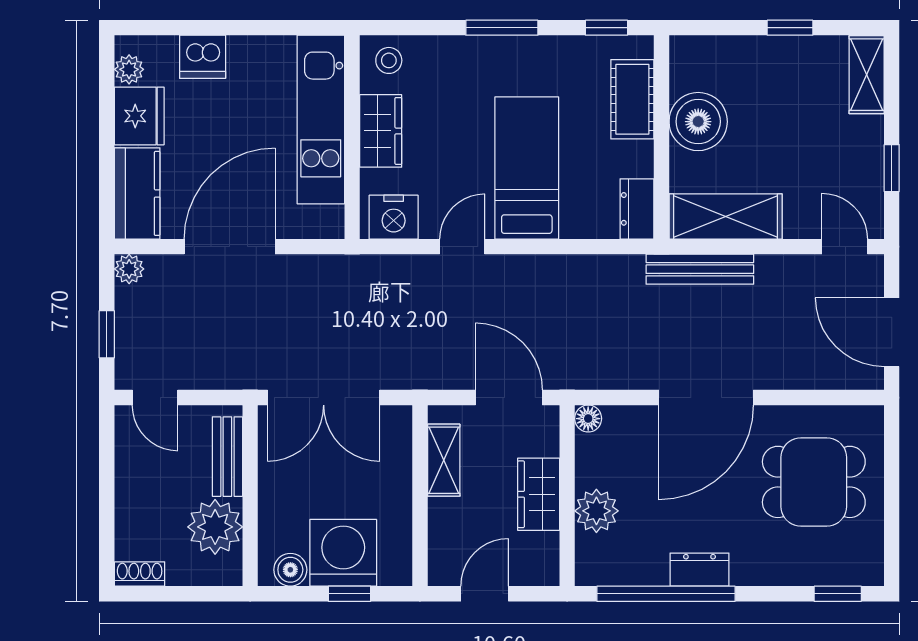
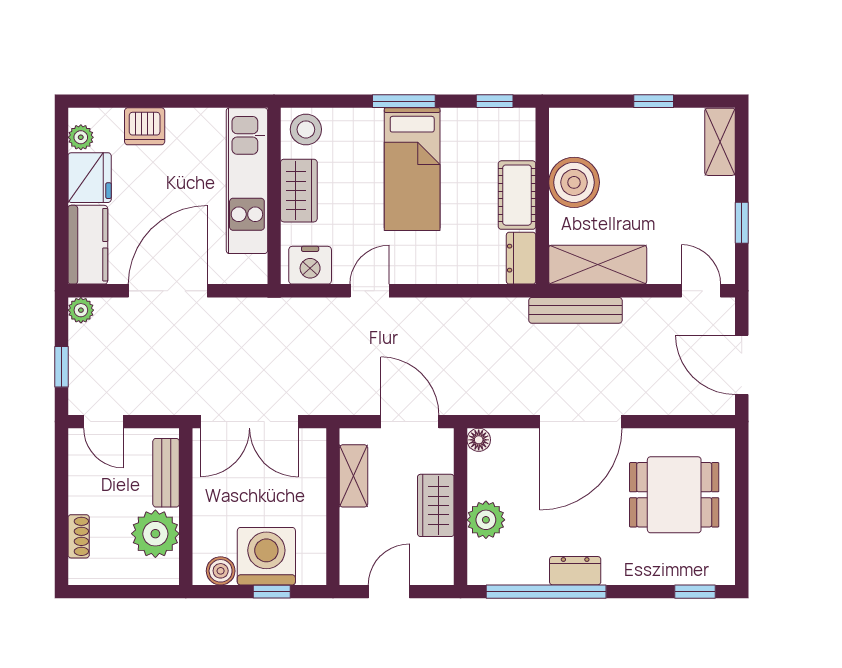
stool: (389, 60) -> (306, 129), width x1.37, depth x1.37
cot: (632, 99) -> (517, 195), moved
bed: (527, 168) -> (412, 169), moved, turned 180
shoe rack: (140, 574) -> (79, 536), moved, turned 90

